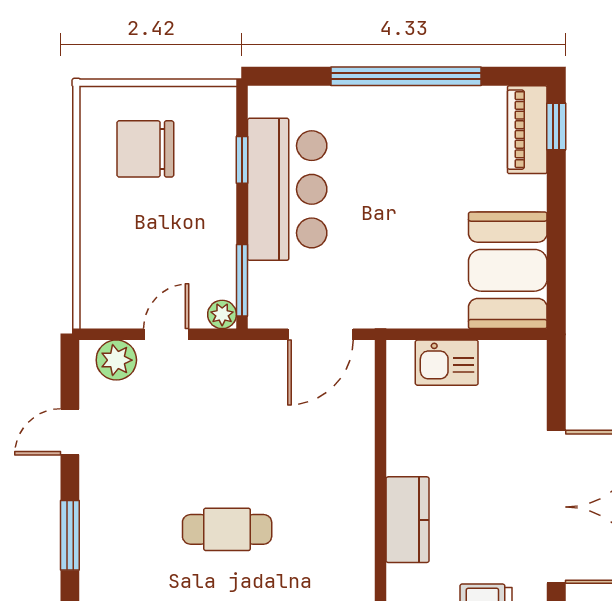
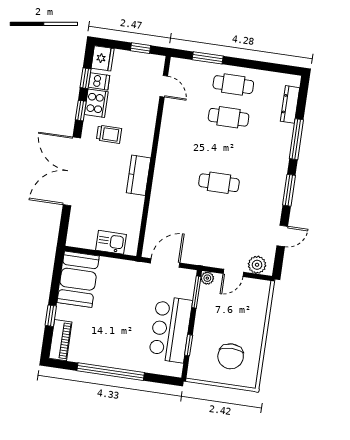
window: (556, 126) -> (51, 316), moved
chair: (145, 149) -> (231, 356), turned 90

